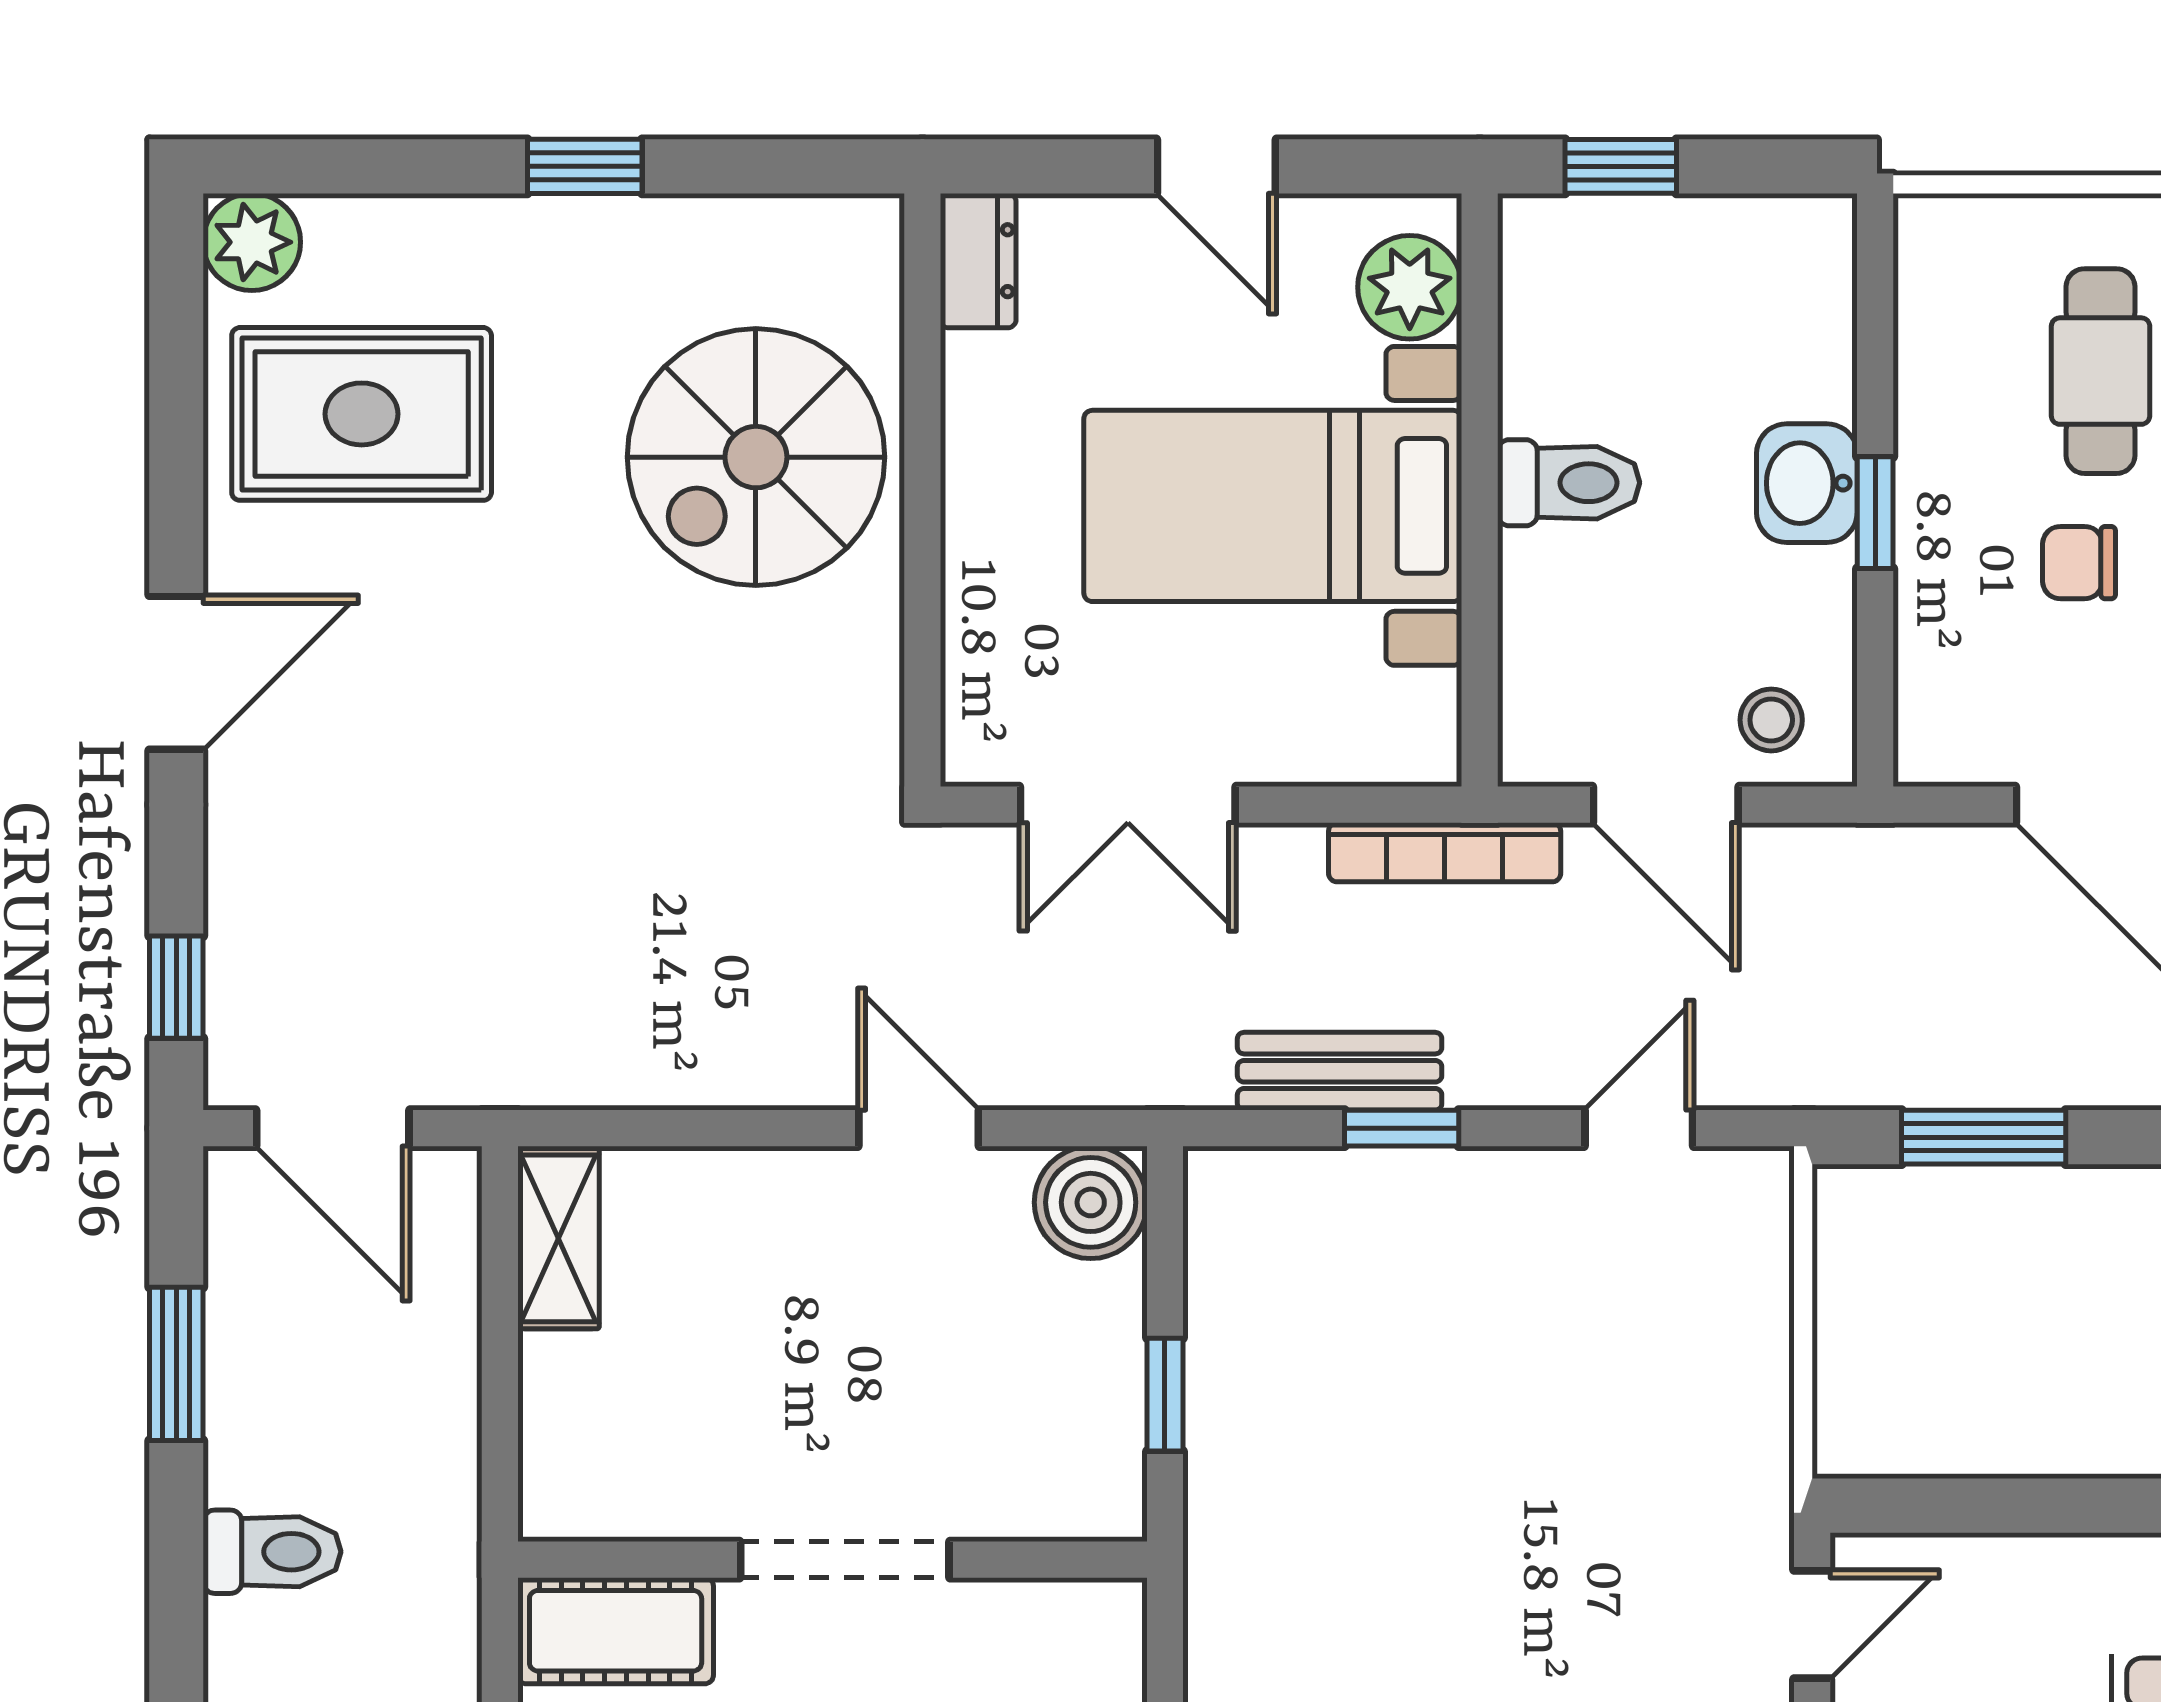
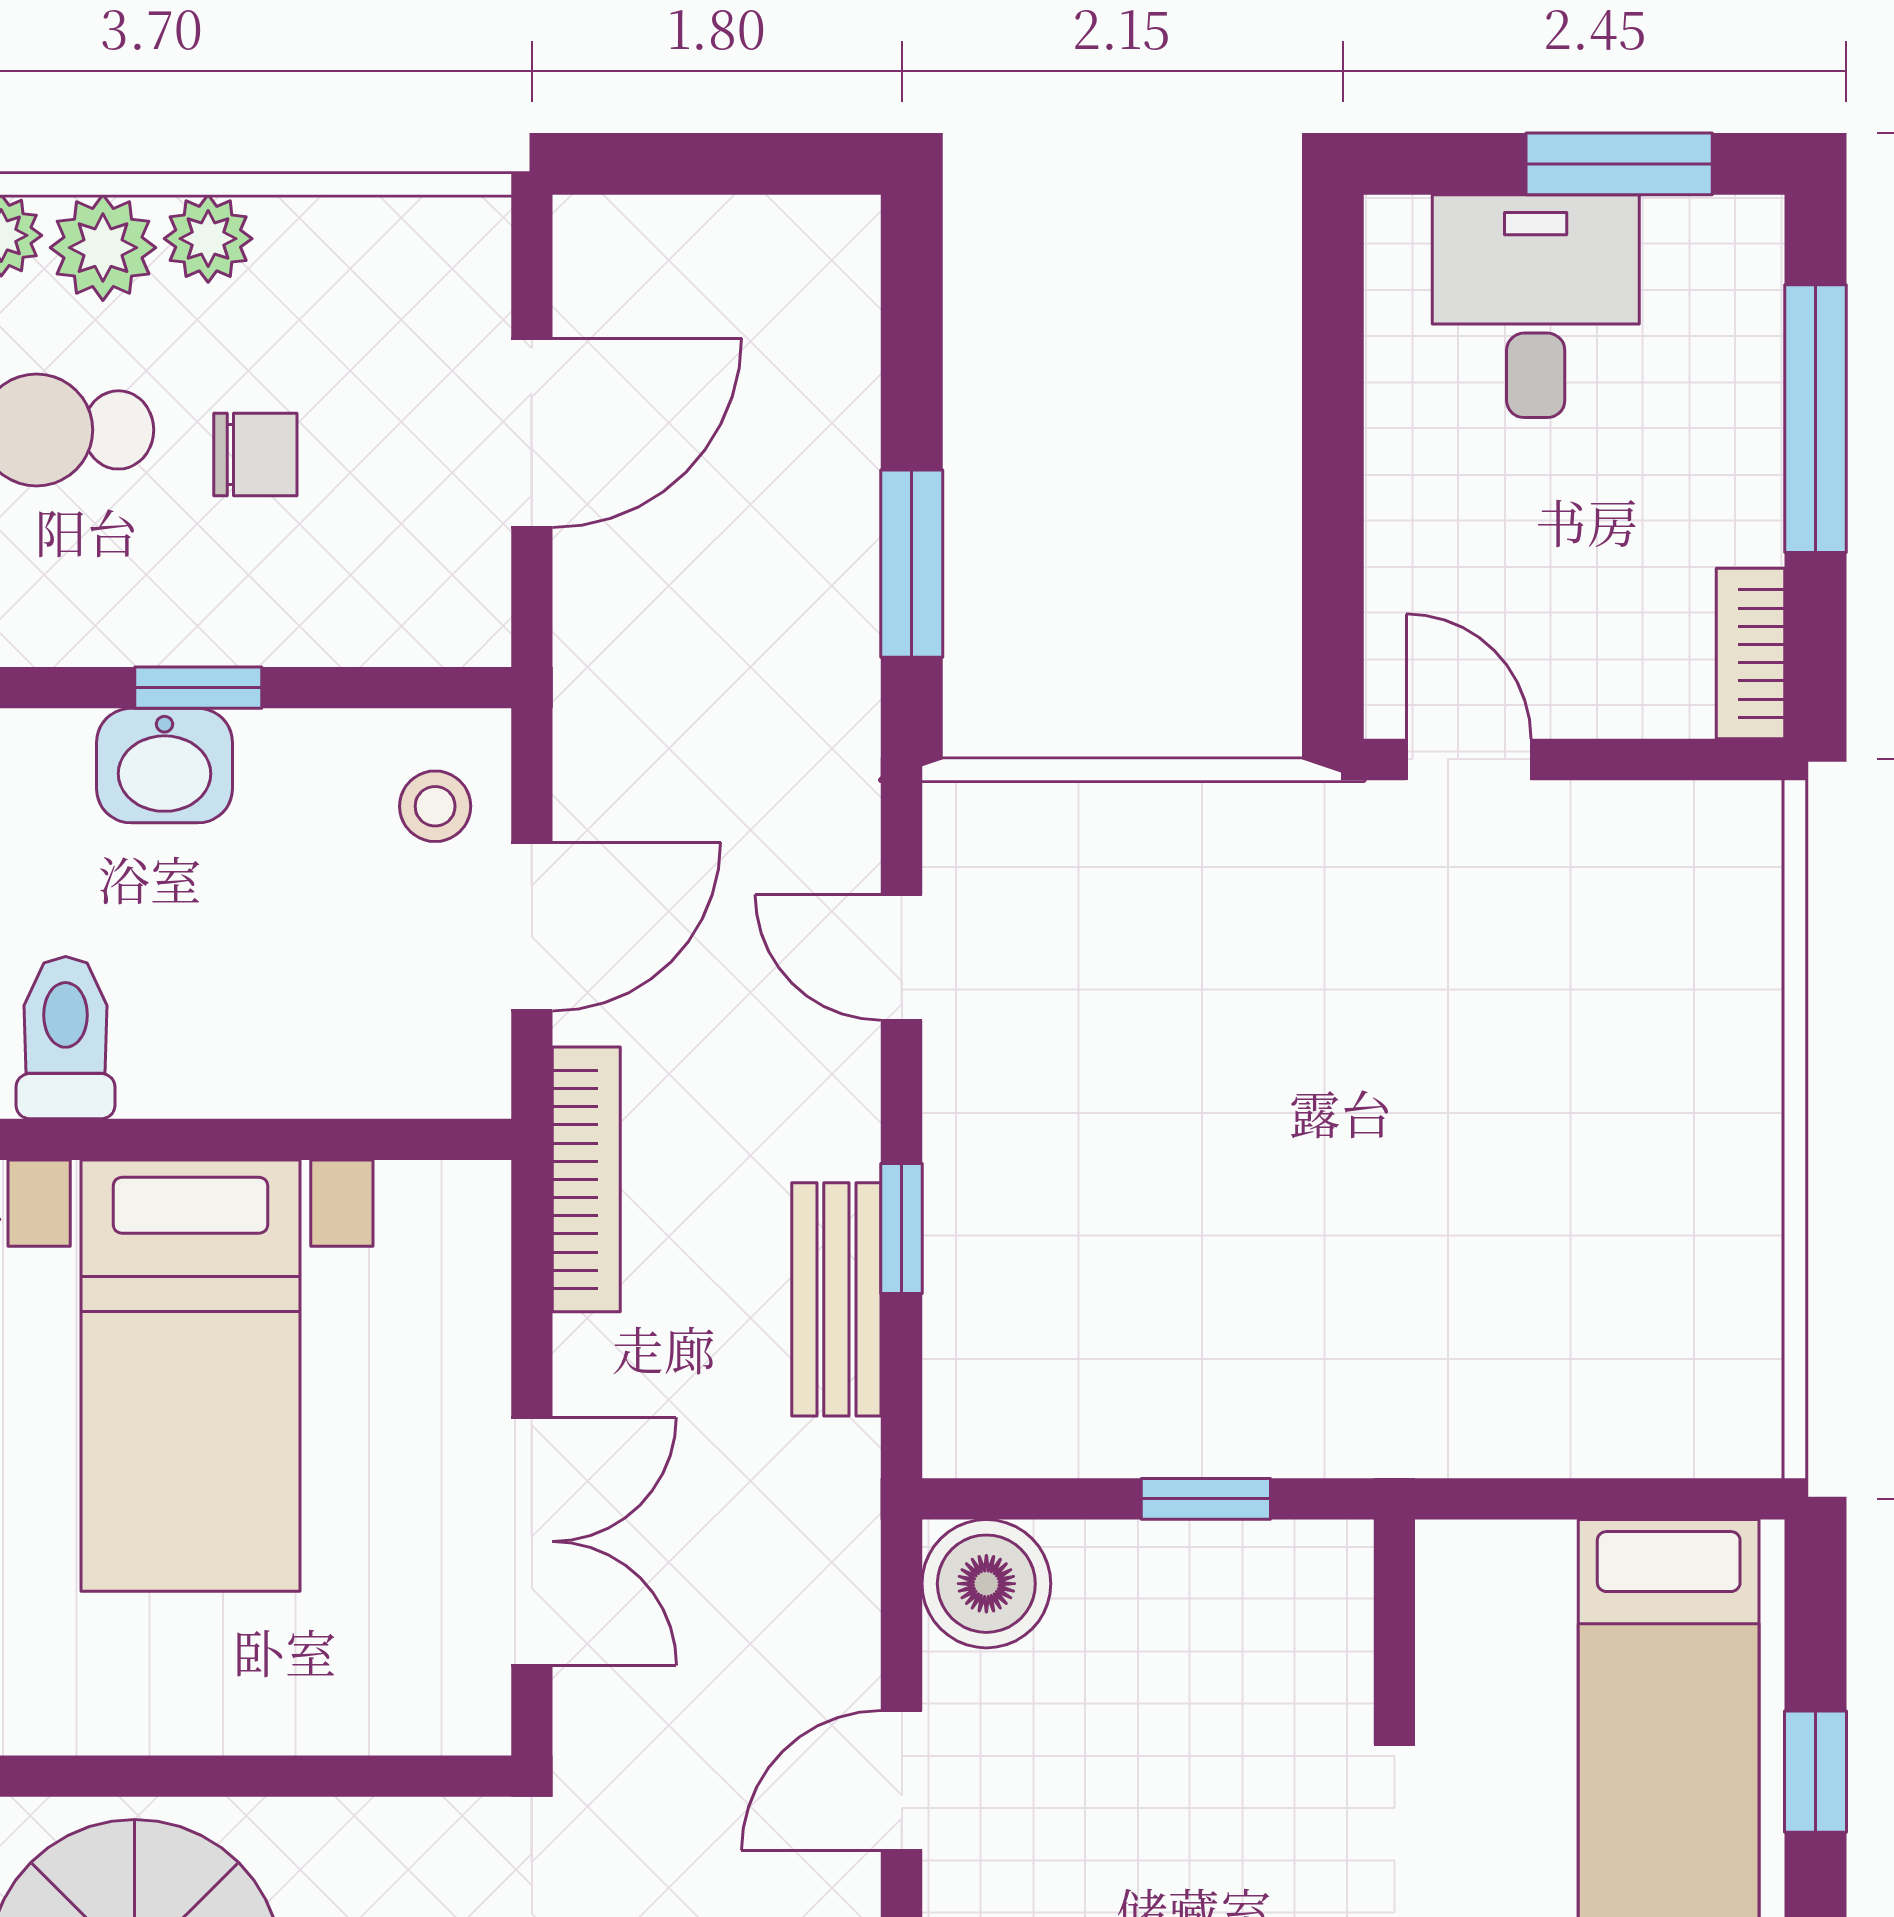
toilet: (1569, 483) -> (66, 1038), moved
chair: (2079, 563) -> (255, 454), turned -90

